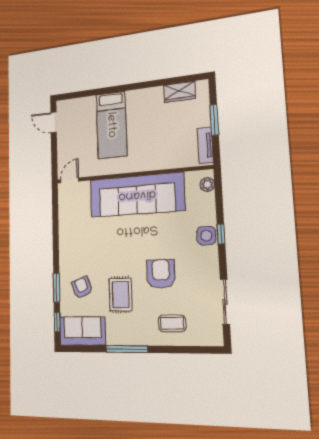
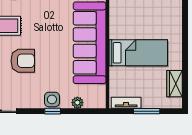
bed: (111, 125) -> (138, 53), moved, turned 180
plant: (207, 185) -> (77, 103), moved

